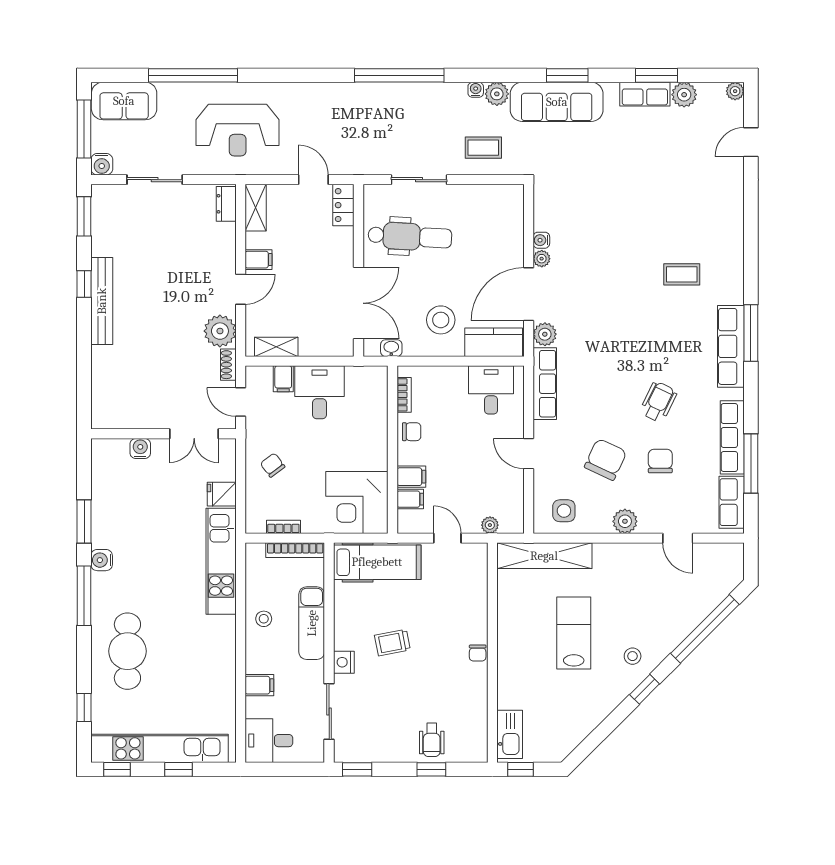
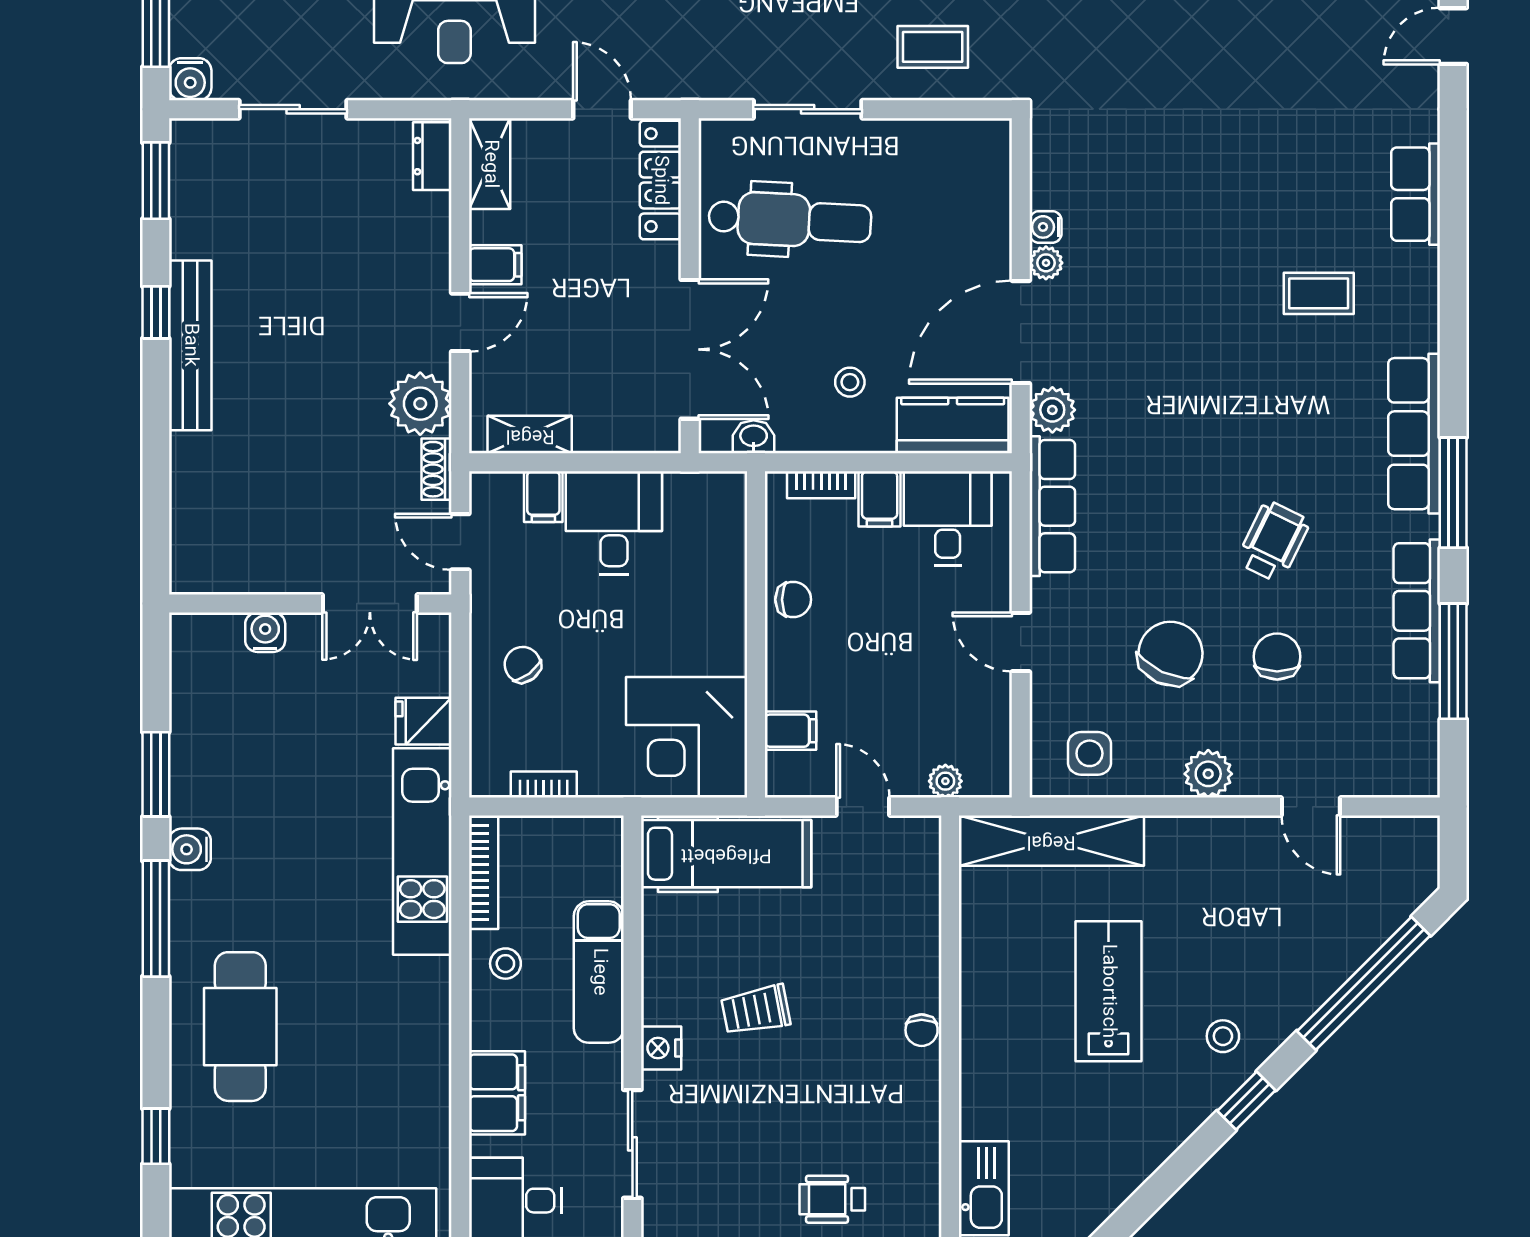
locker: (343, 205) -> (660, 180), width x1.53
stool: (441, 320) -> (850, 382), width x0.53, depth x0.53
window: (751, 333) -> (1453, 493), moved
bookcase: (404, 395) -> (821, 485), moved, turned 90
filing cabinet: (411, 477) -> (880, 499), moved, turned 90
row of seats: (732, 502) -> (1416, 194), moved
bookcase: (295, 550) -> (484, 872), moved, turned -90
filing cabinet: (259, 685) -> (497, 1093), width x2.00
wheelchair: (432, 740) -> (832, 1199), turned 90

